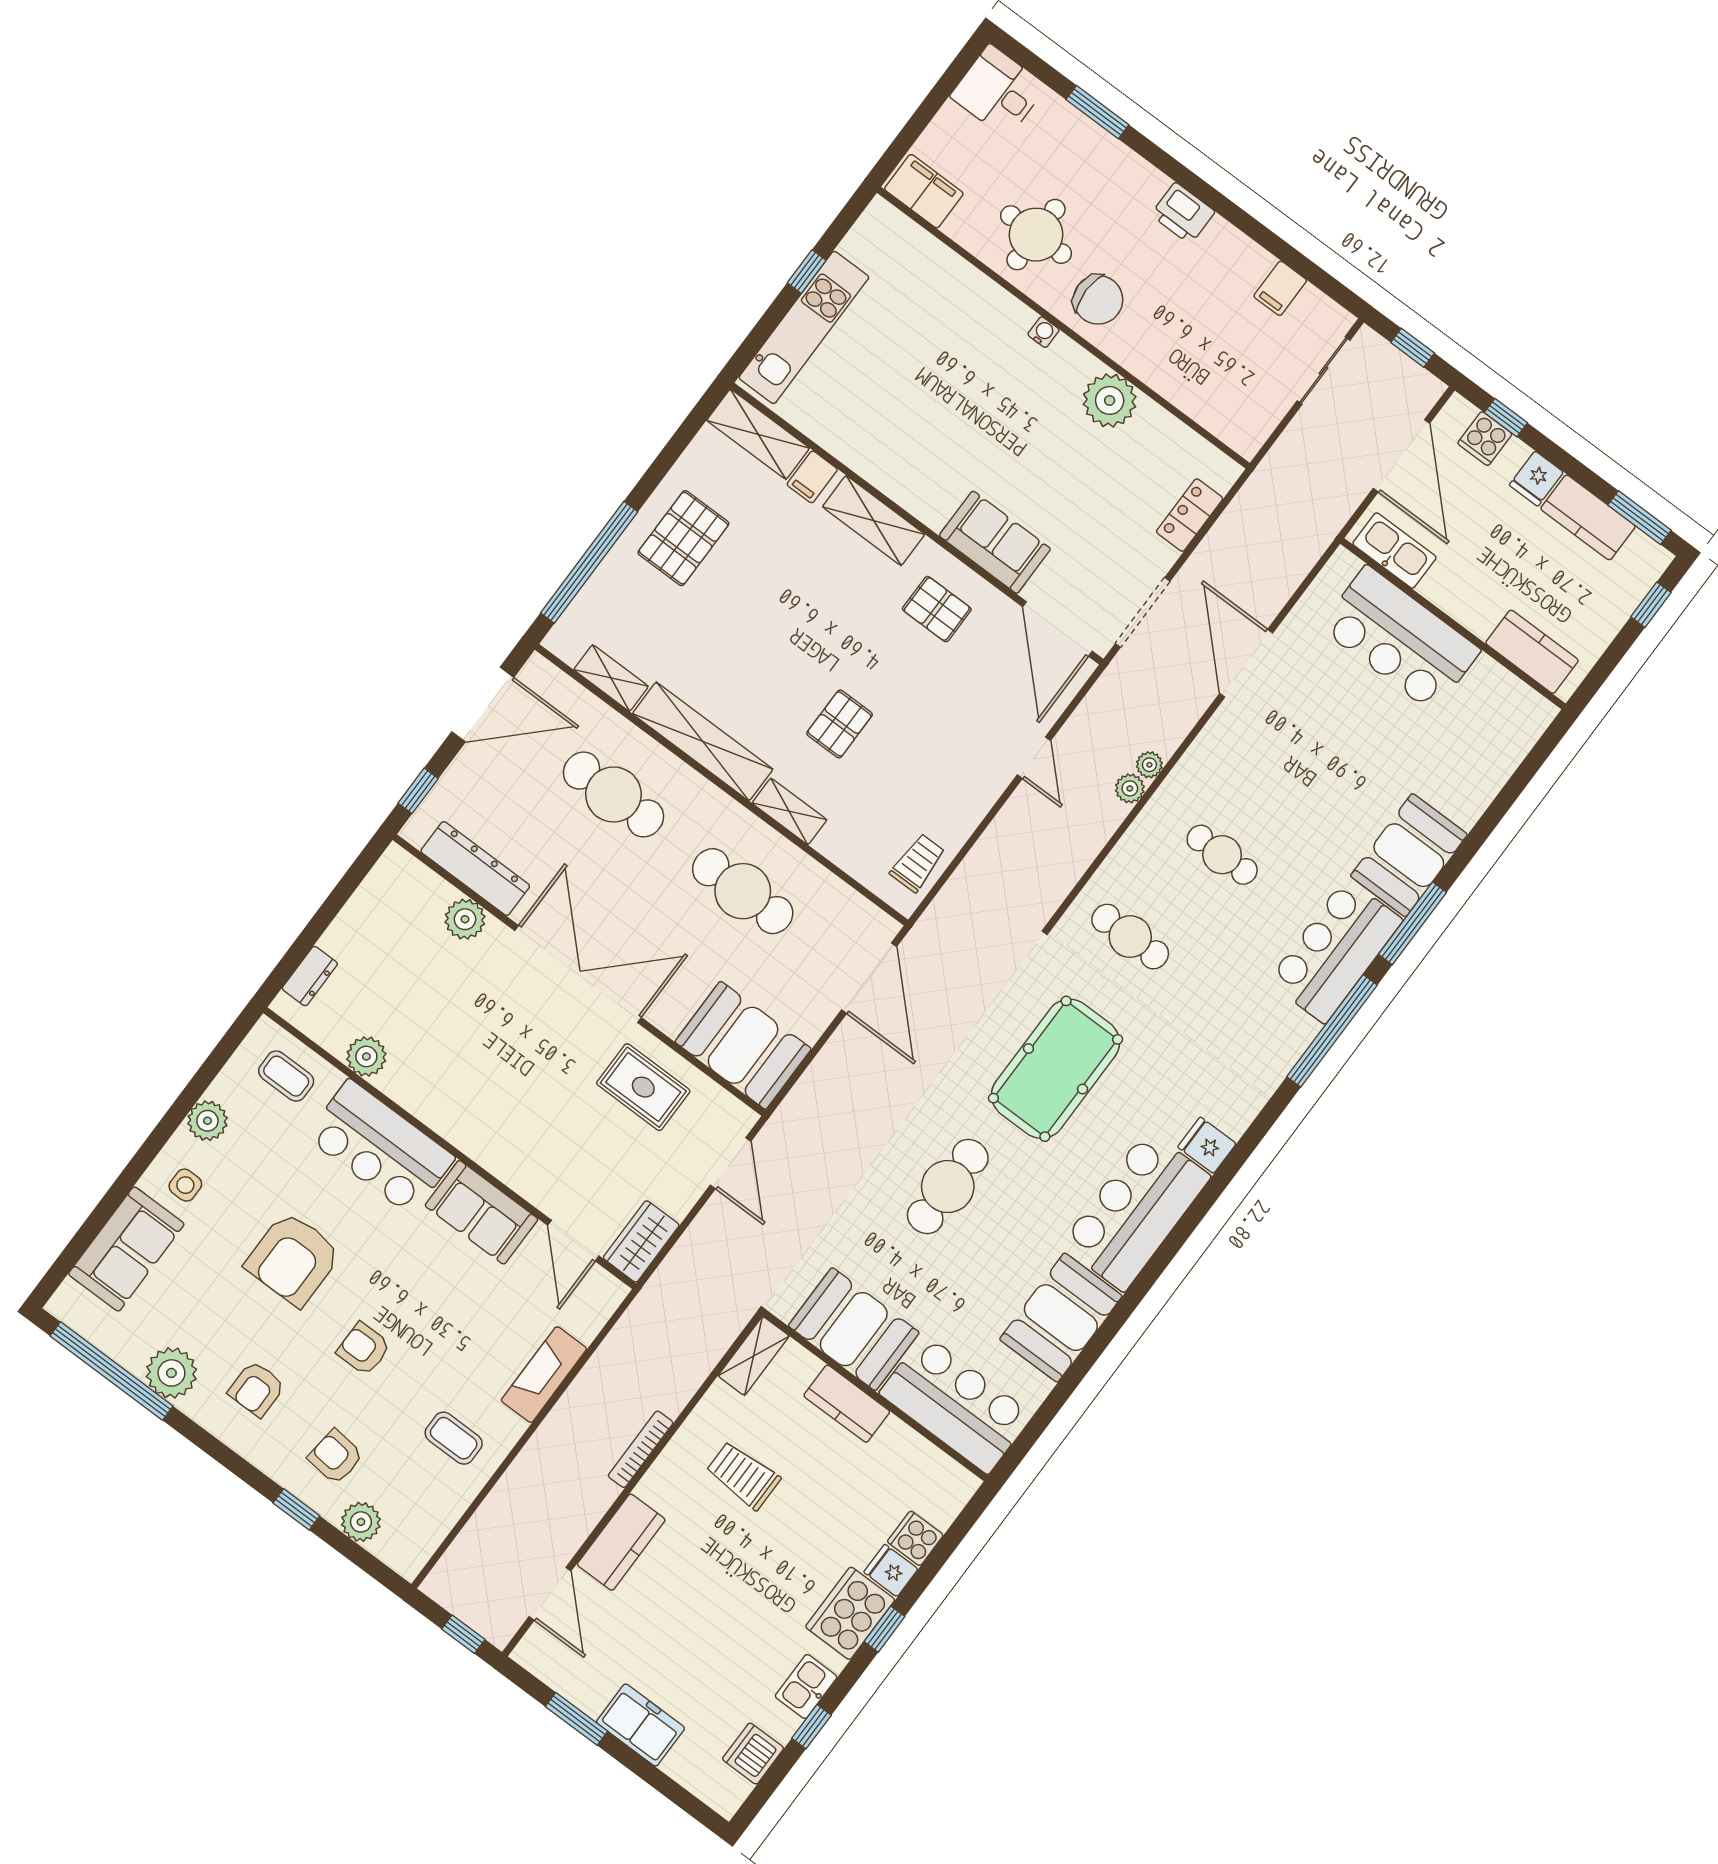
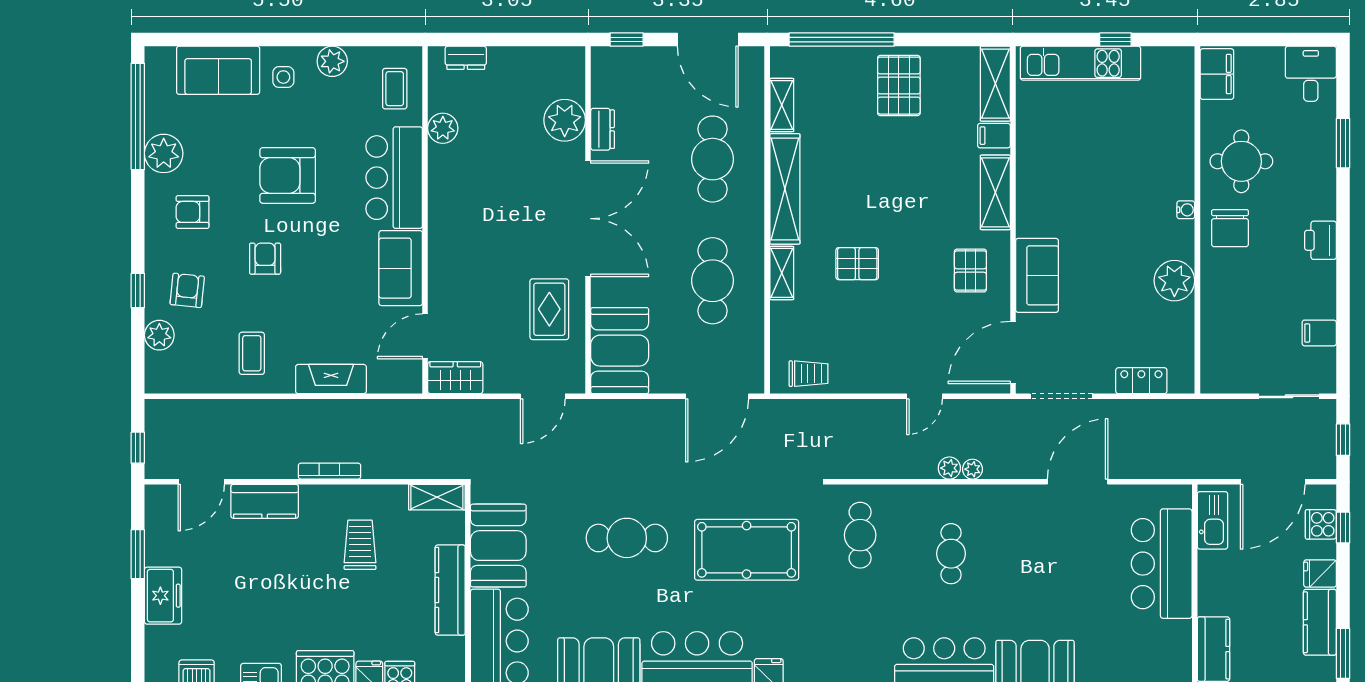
pallet: (683, 538) -> (899, 86), turned 90
dresser: (475, 868) -> (603, 129), width x0.51, depth x0.80
plant: (465, 919) -> (565, 120), width x1.36, depth x1.36
kitchen counter: (847, 1404) -> (450, 590), width x1.50

